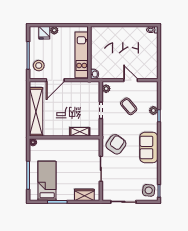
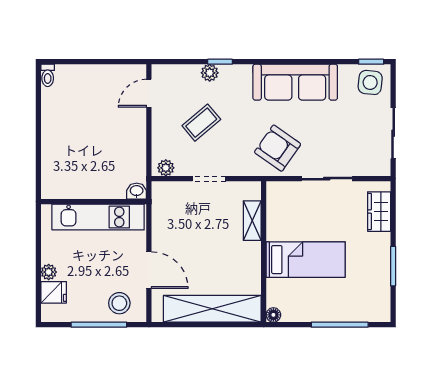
door: (131, 80) -> (149, 93), moved
sofa: (149, 148) -> (295, 82), width x1.36
bed: (47, 181) -> (306, 260), moved, turned 180

